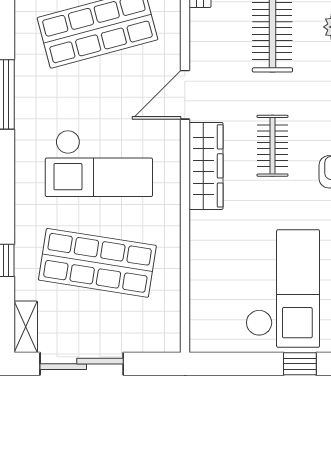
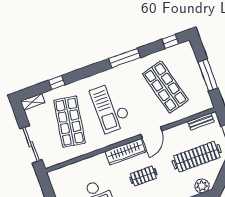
door: (185, 95) -> (151, 133), swing flipped
sliding door: (82, 364) -> (31, 144), moved

